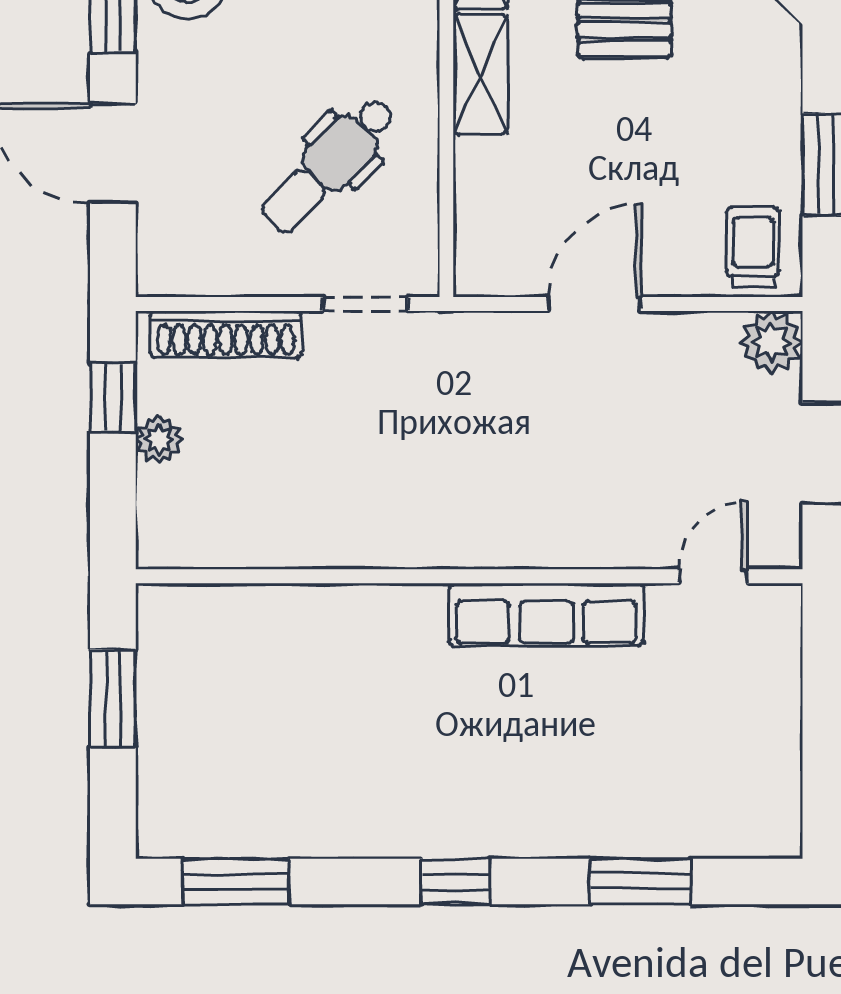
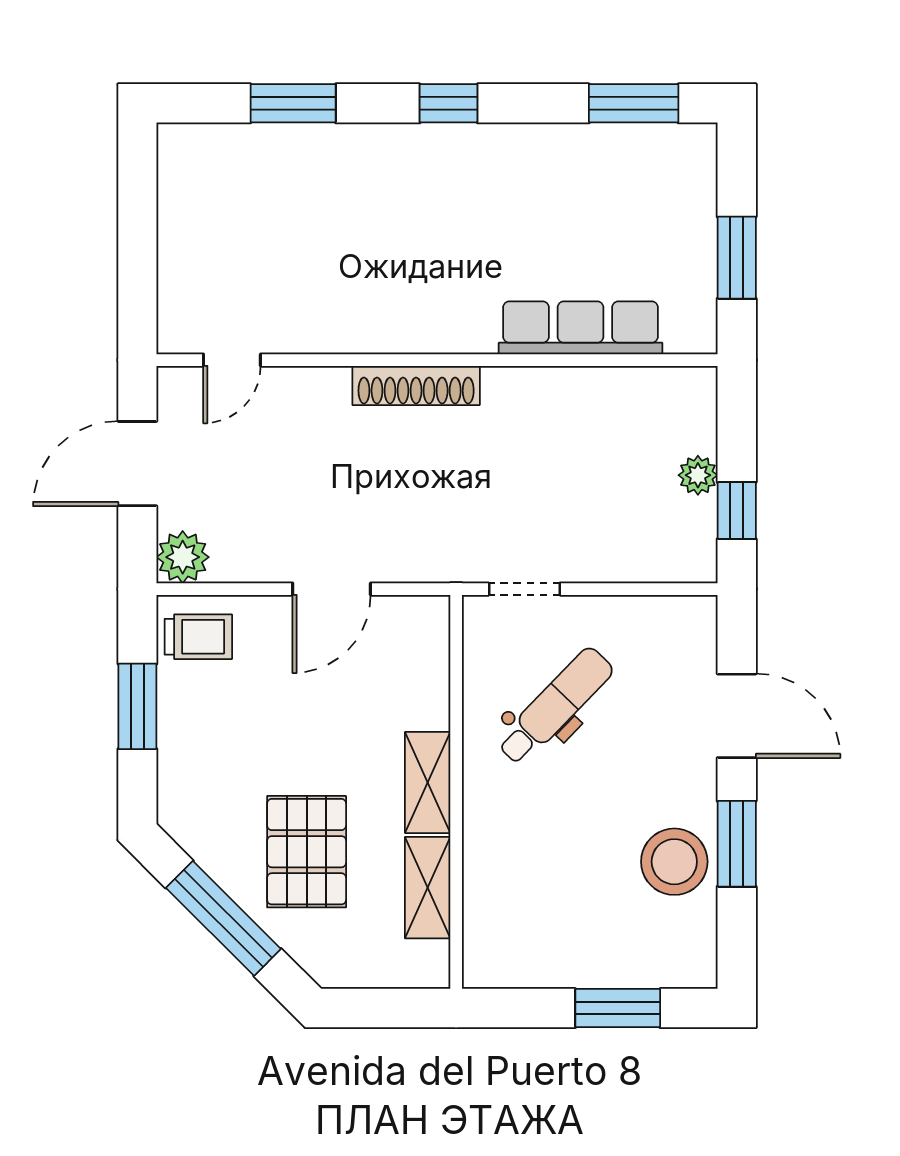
trolley: (753, 247) -> (198, 637), turned -90
shoe rack: (226, 334) -> (416, 385), moved, turned 180
row of seats: (546, 615) -> (580, 328), moved

